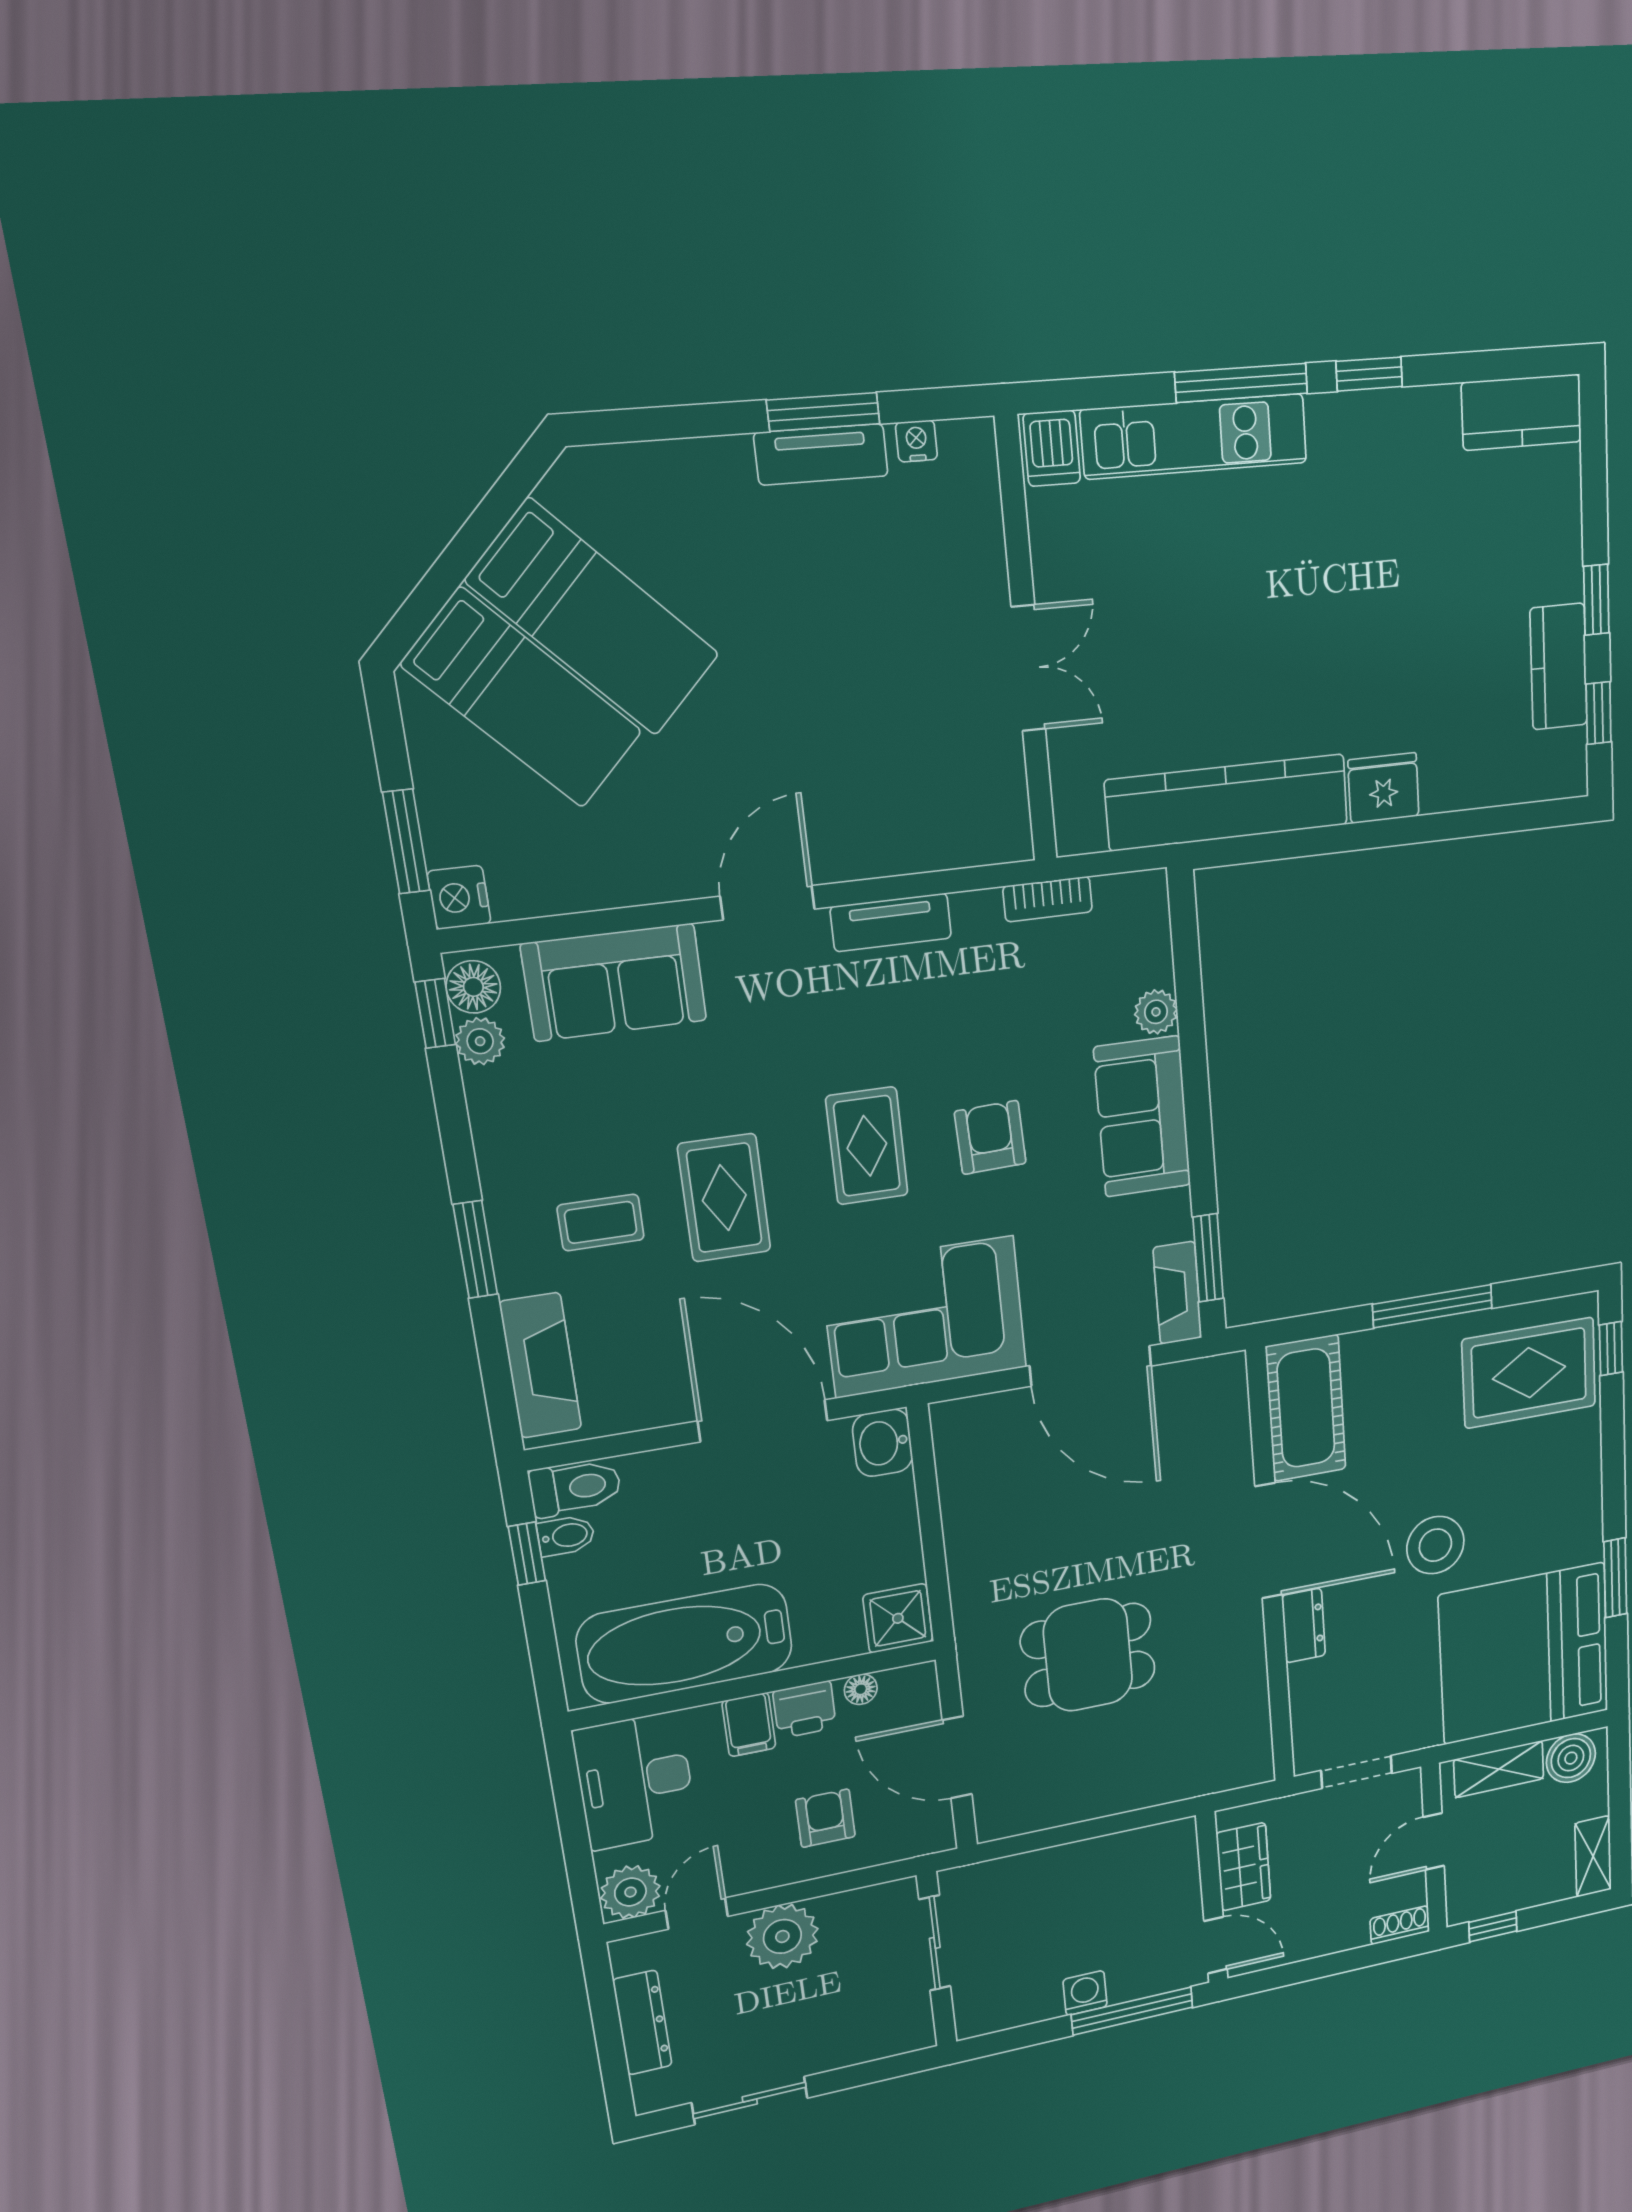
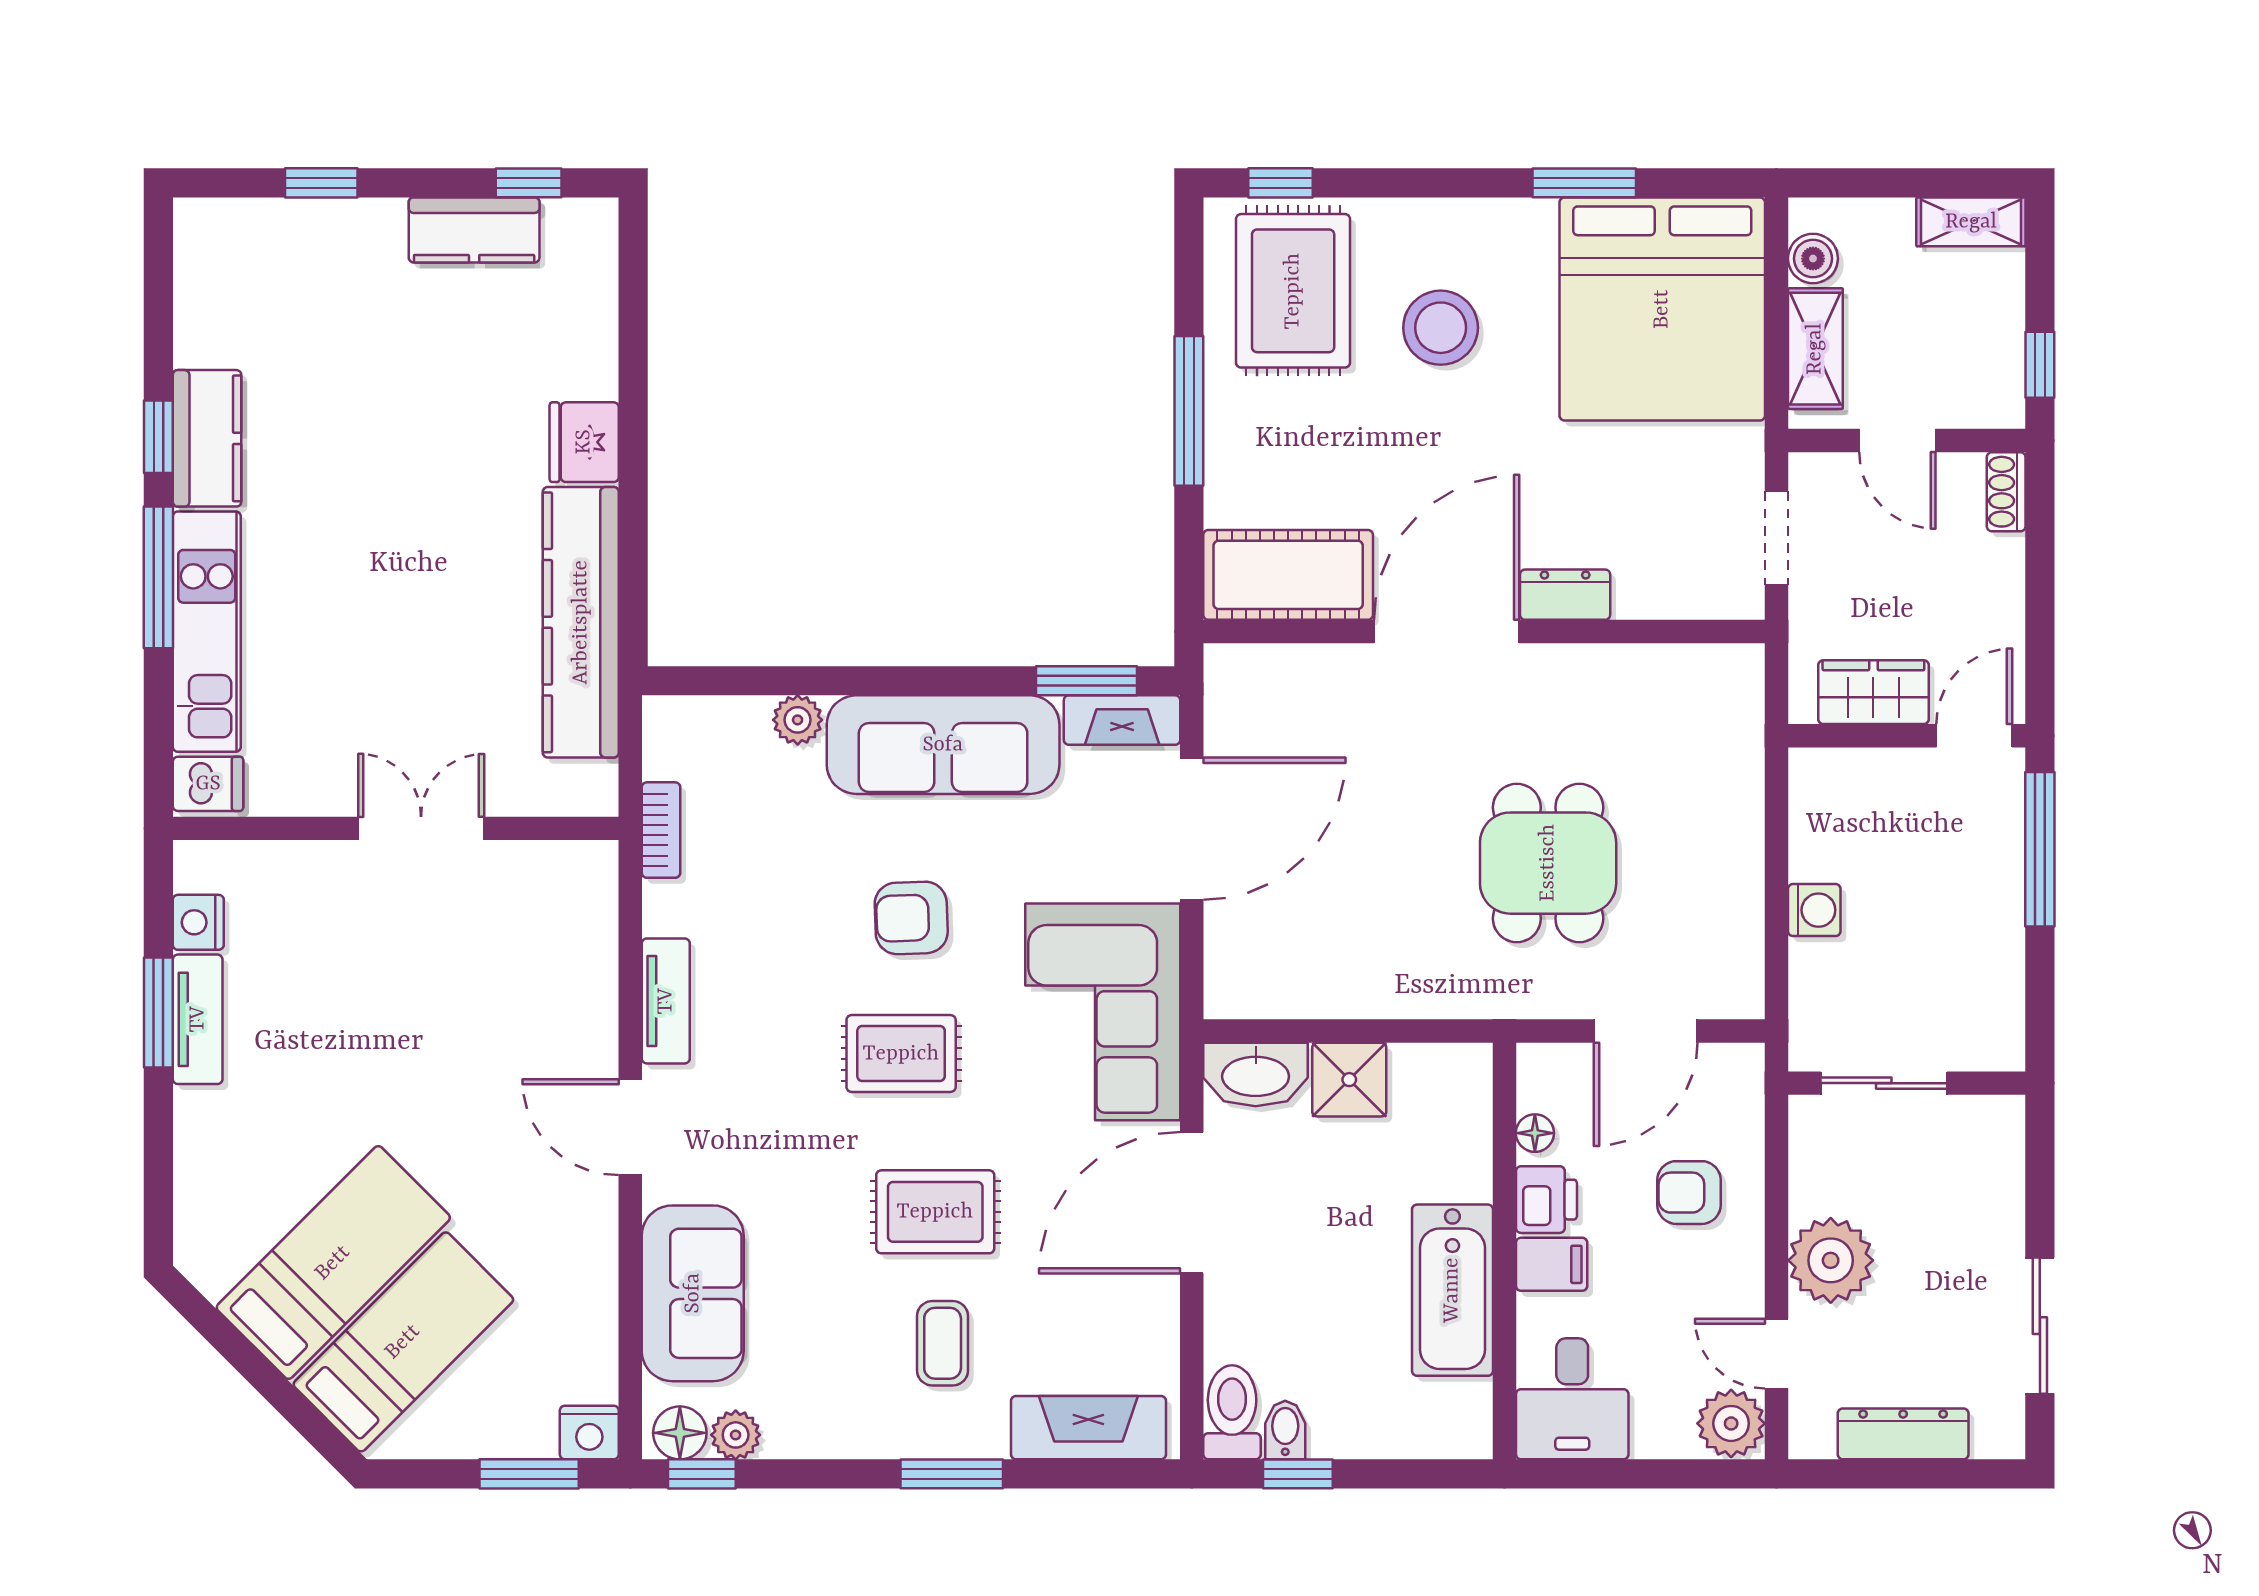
kitchen counter: (1522, 412) -> (207, 438), moved
nightstand: (916, 441) -> (198, 922), width x1.39, depth x1.35
window: (1596, 600) -> (321, 183), moved
sofa: (1142, 1117) -> (943, 745), width x1.36
washbasin: (883, 1443) -> (1256, 1074), width x1.38
stool: (1435, 1545) -> (1441, 328), moved
shower: (898, 1618) -> (1349, 1080), moved
bathtub: (685, 1644) -> (1452, 1290), width x0.73, depth x0.73
boiler: (1571, 1758) -> (1813, 259), width x0.73, depth x0.73
desk: (635, 1781) -> (1572, 1399), width x0.73
washing machine: (1085, 1993) -> (1814, 910), moved, turned 180

